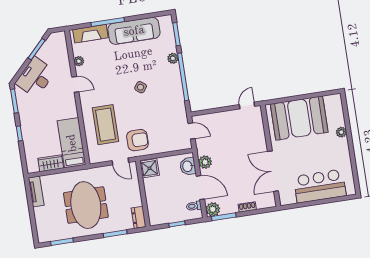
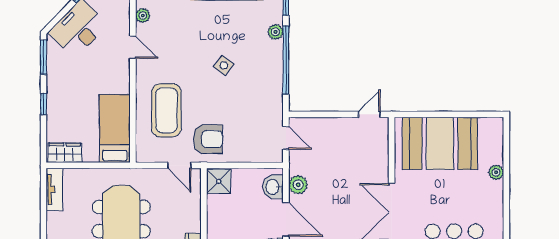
wardrobe: (51, 163) -> (65, 153), moved

